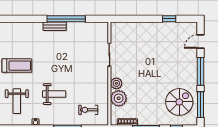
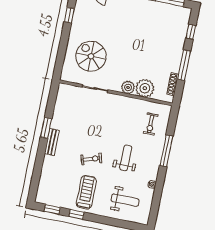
window: (66, 19) -> (46, 128), width x0.47
exercise bike: (47, 64) -> (91, 159), added
spiral stairs: (179, 102) -> (91, 56), moved

